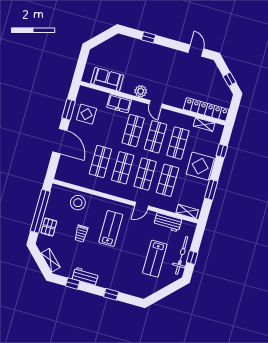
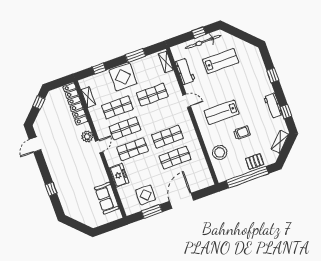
plant: (141, 91) -> (87, 137), moved
shop shelf: (145, 174) -> (160, 116), removed

